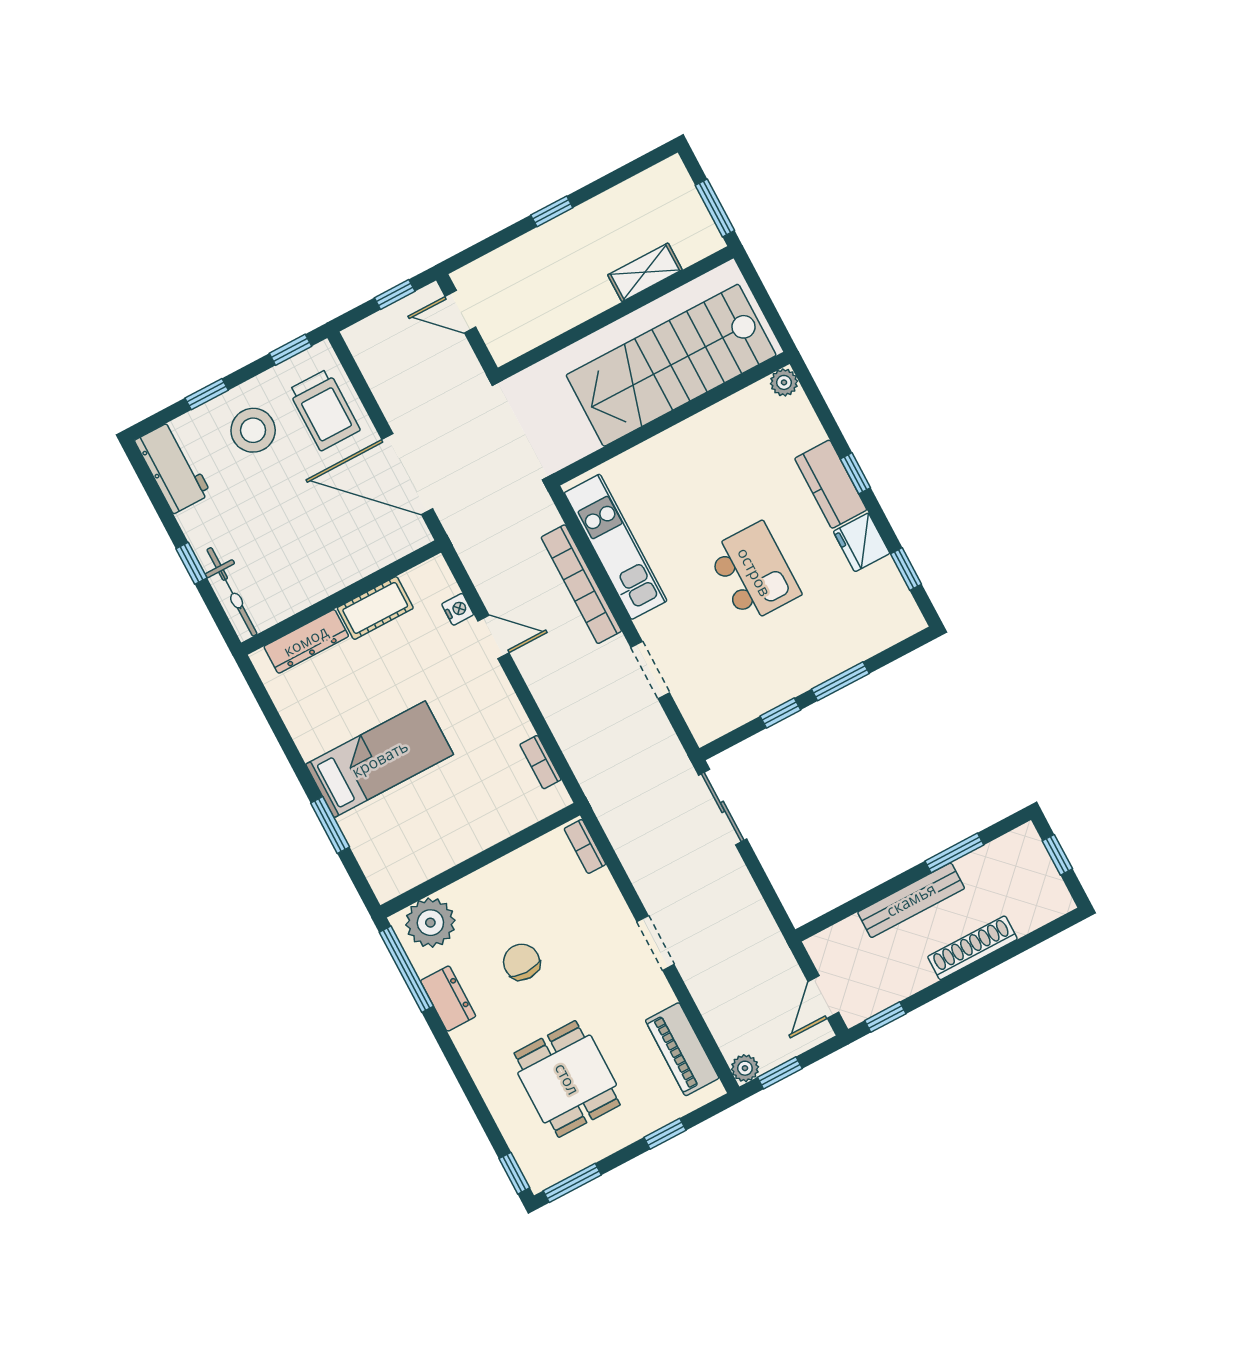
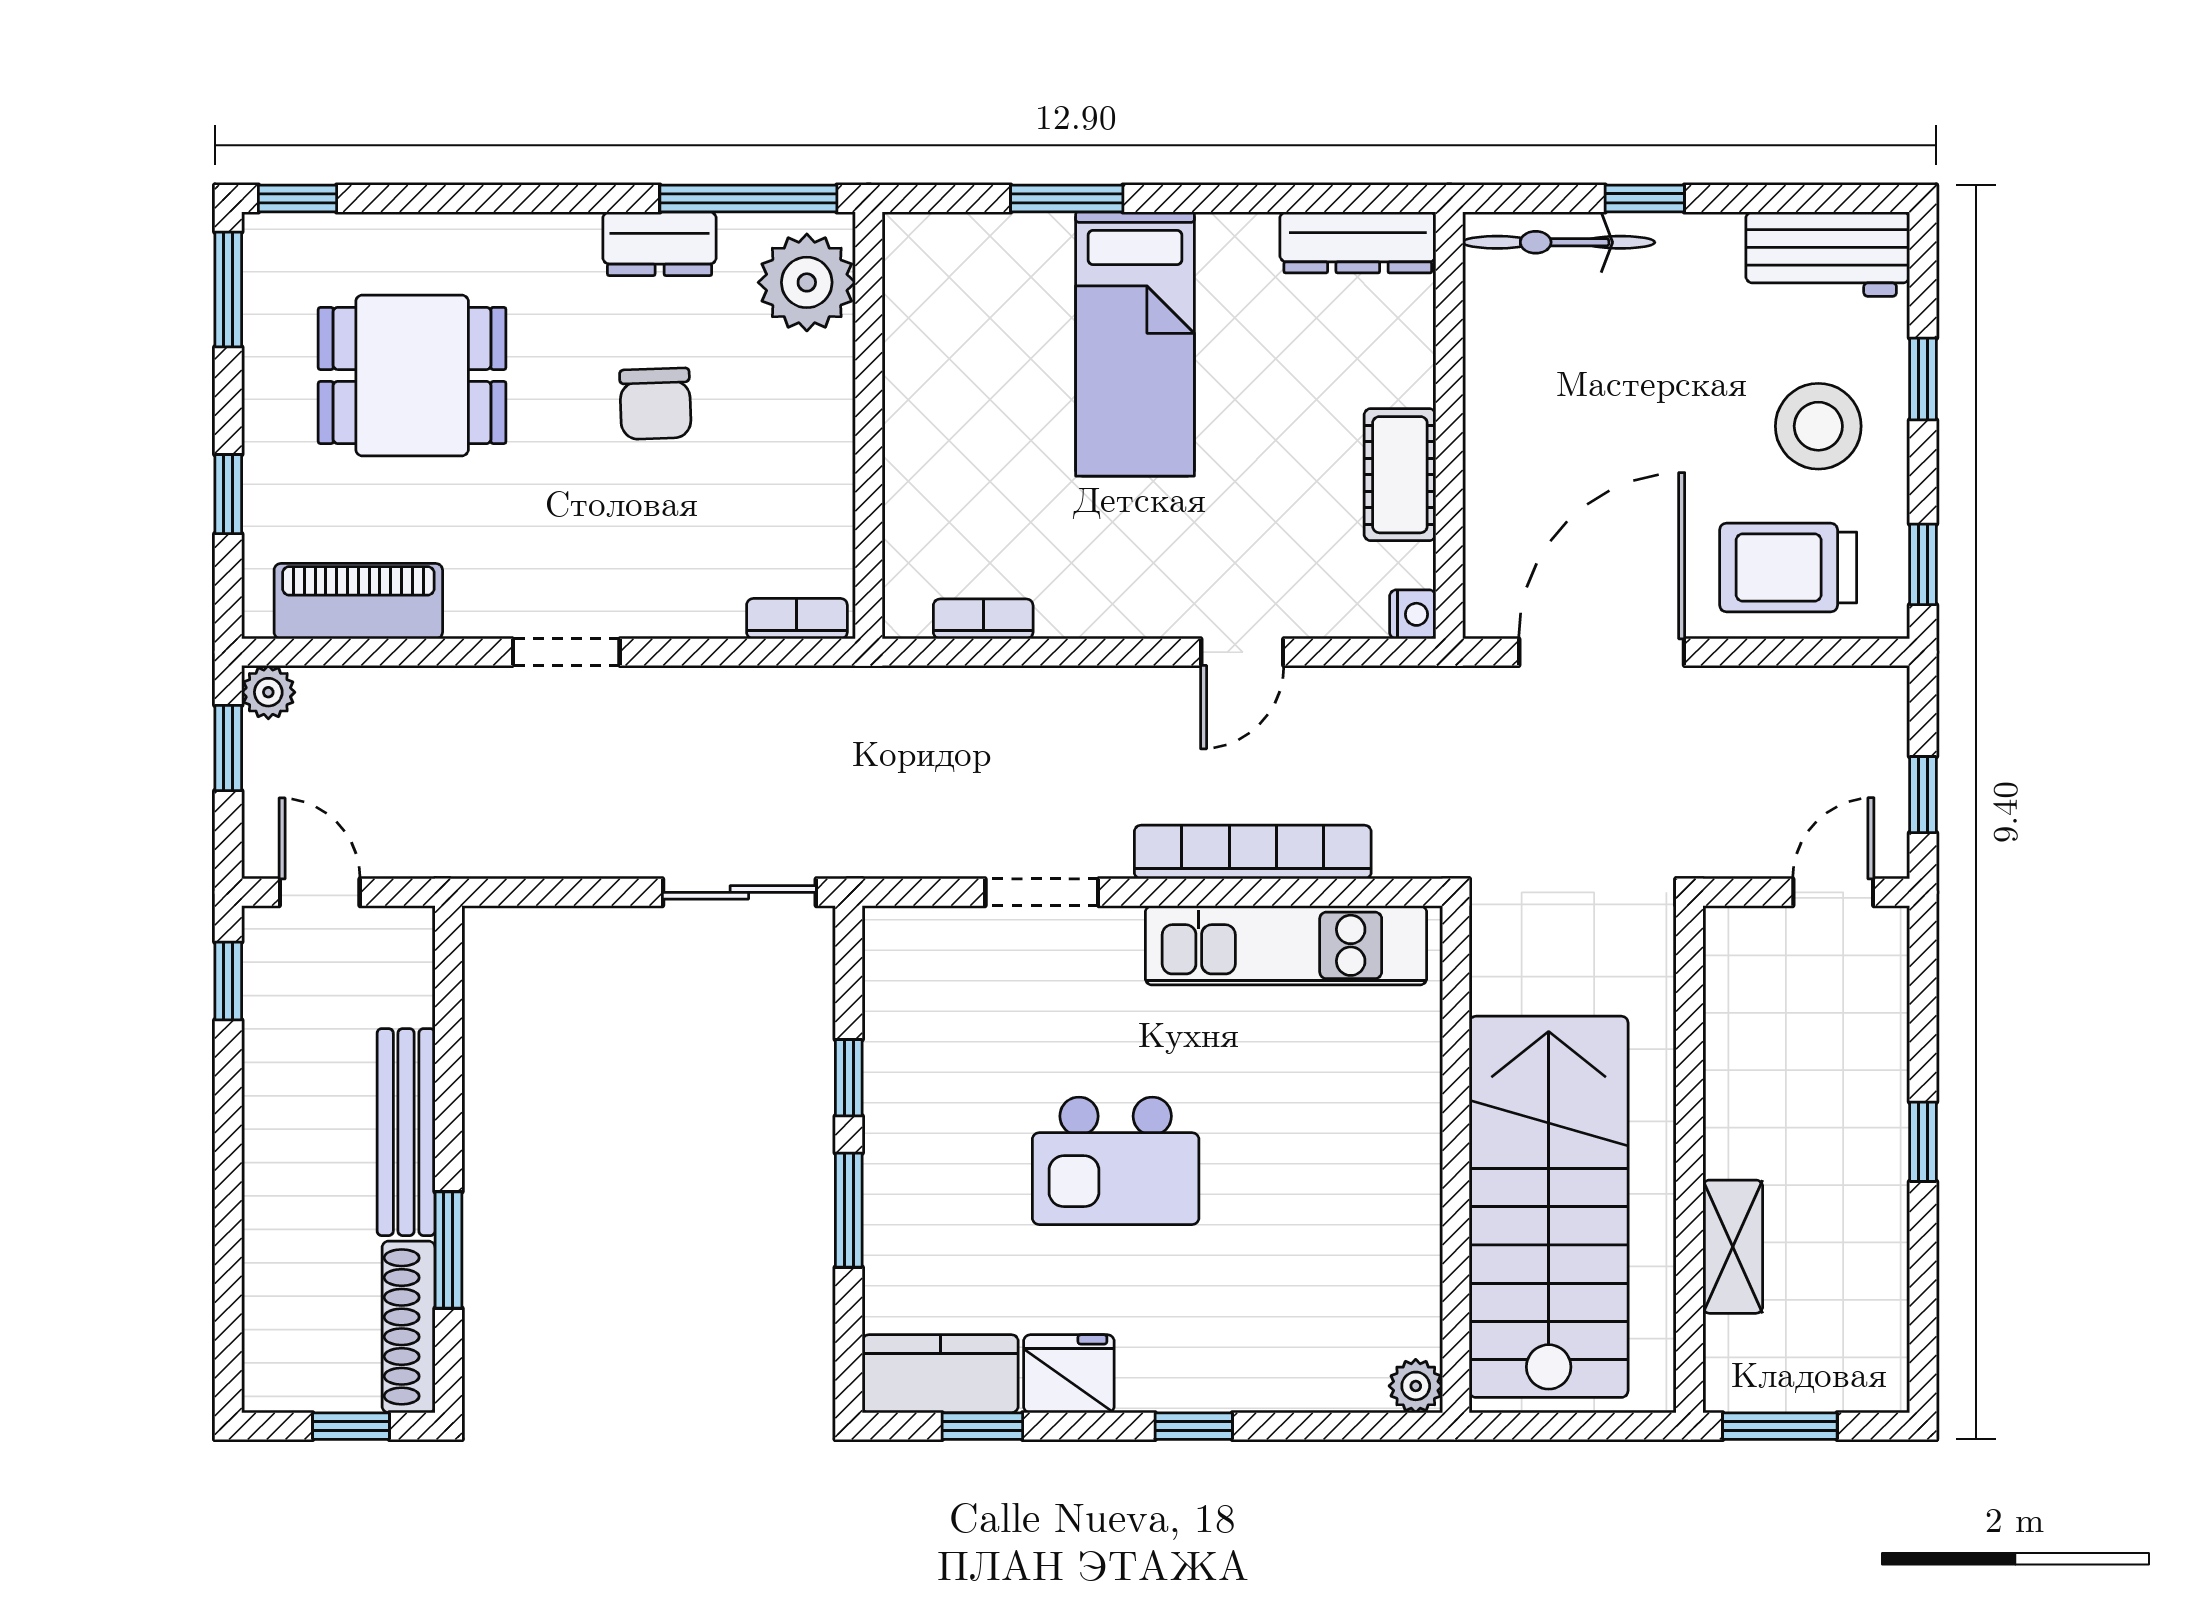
kitchen counter: (831, 484) -> (940, 1374), moved
nightstand: (458, 609) -> (1413, 614), moved, turned -90
dresser: (306, 641) -> (1358, 242), moved, turned -90
shoe rack: (972, 948) -> (409, 1327), moved, turned 180
chair: (522, 962) -> (655, 404), turned 88

